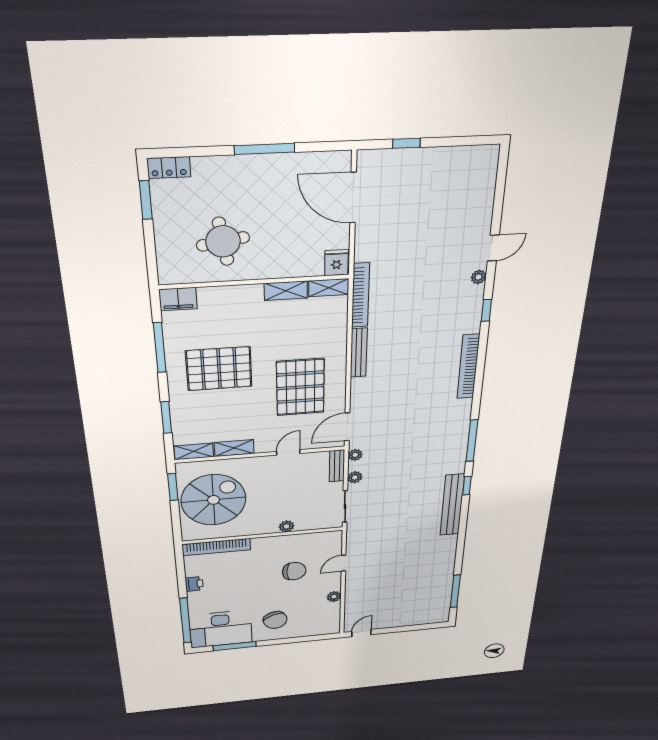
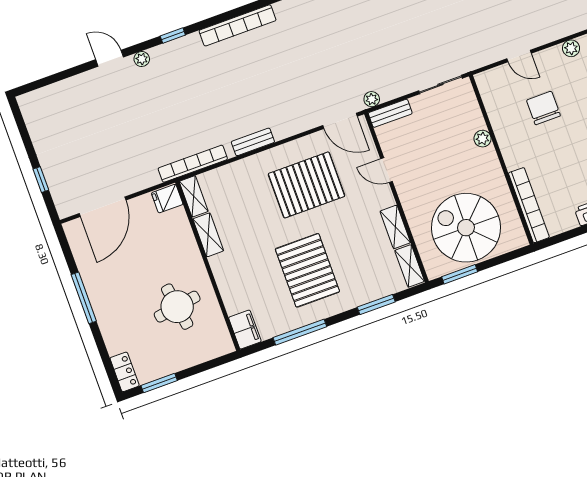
bench: (359, 353) -> (253, 142), width x0.73
plant: (355, 477) -> (400, 89), removed

